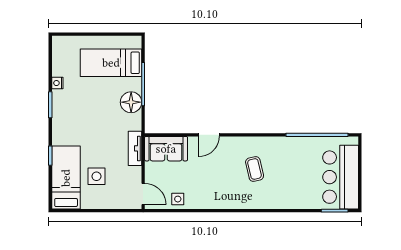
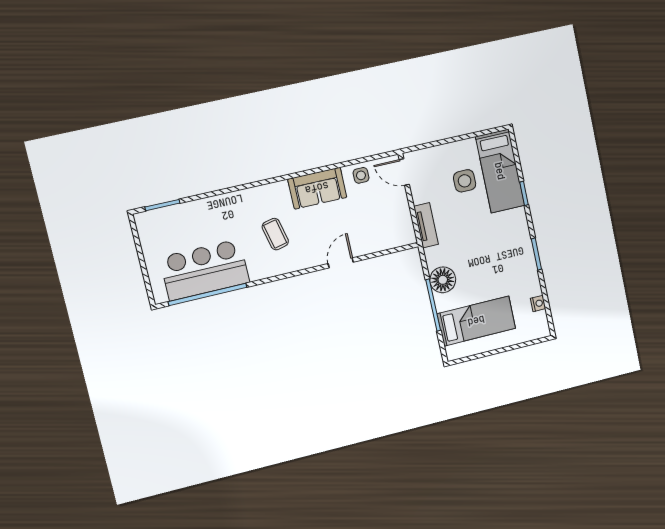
nightstand: (57, 83) -> (538, 303), moved
sofa: (166, 149) -> (317, 188), moved, turned 180
bar counter: (341, 177) -> (205, 270), moved, turned -90

